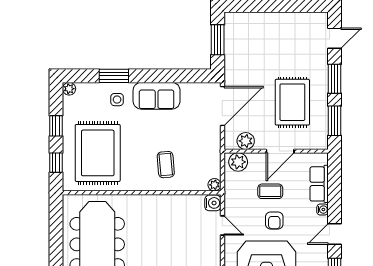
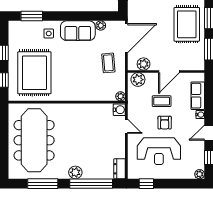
window: (114, 76) -> (32, 16), moved
plant: (69, 89) -> (101, 26), moved
rug: (292, 102) -> (187, 24), moved
coffee table: (166, 165) -> (108, 63), moved

